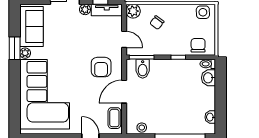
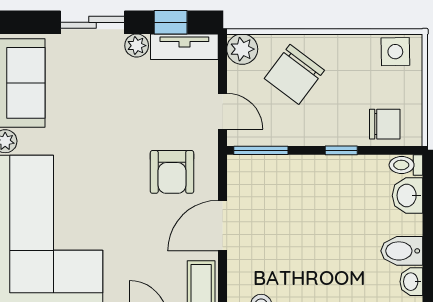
chair: (157, 23) -> (294, 74), width x1.87, depth x1.87
chair: (198, 45) -> (385, 124), turned 90
bidet: (143, 69) -> (402, 251), moved, turned 90

